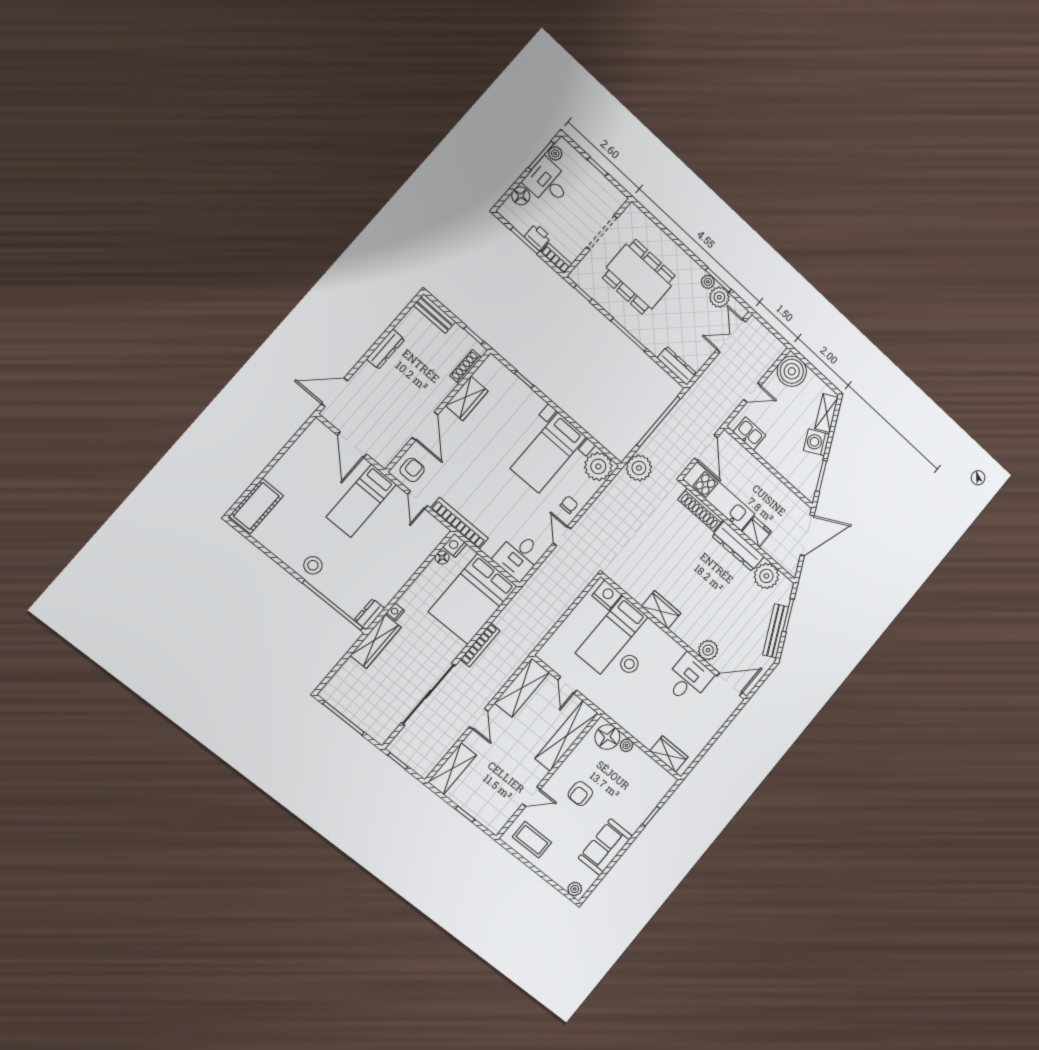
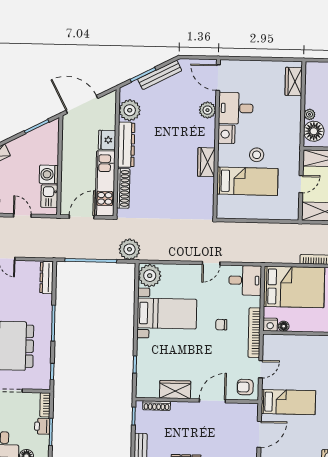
washing machine: (816, 442) -> (49, 174), moved, turned 117
chair: (569, 505) -> (221, 325), moved
nightstand: (607, 595) -> (226, 134), moved

